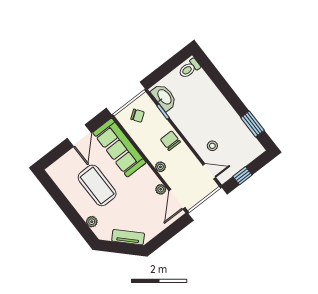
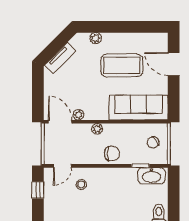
door: (79, 136) -> (174, 64), moved

